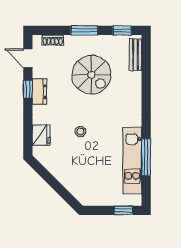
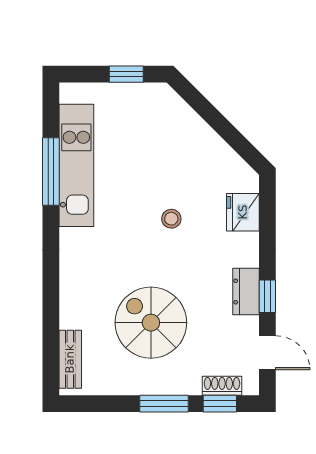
window: (122, 30) -> (220, 404), moved
window: (124, 210) -> (126, 74), moved

